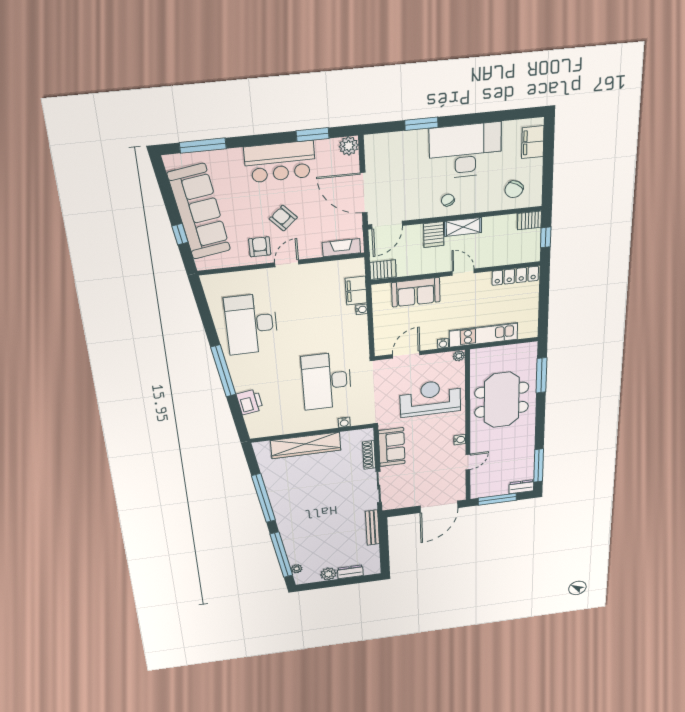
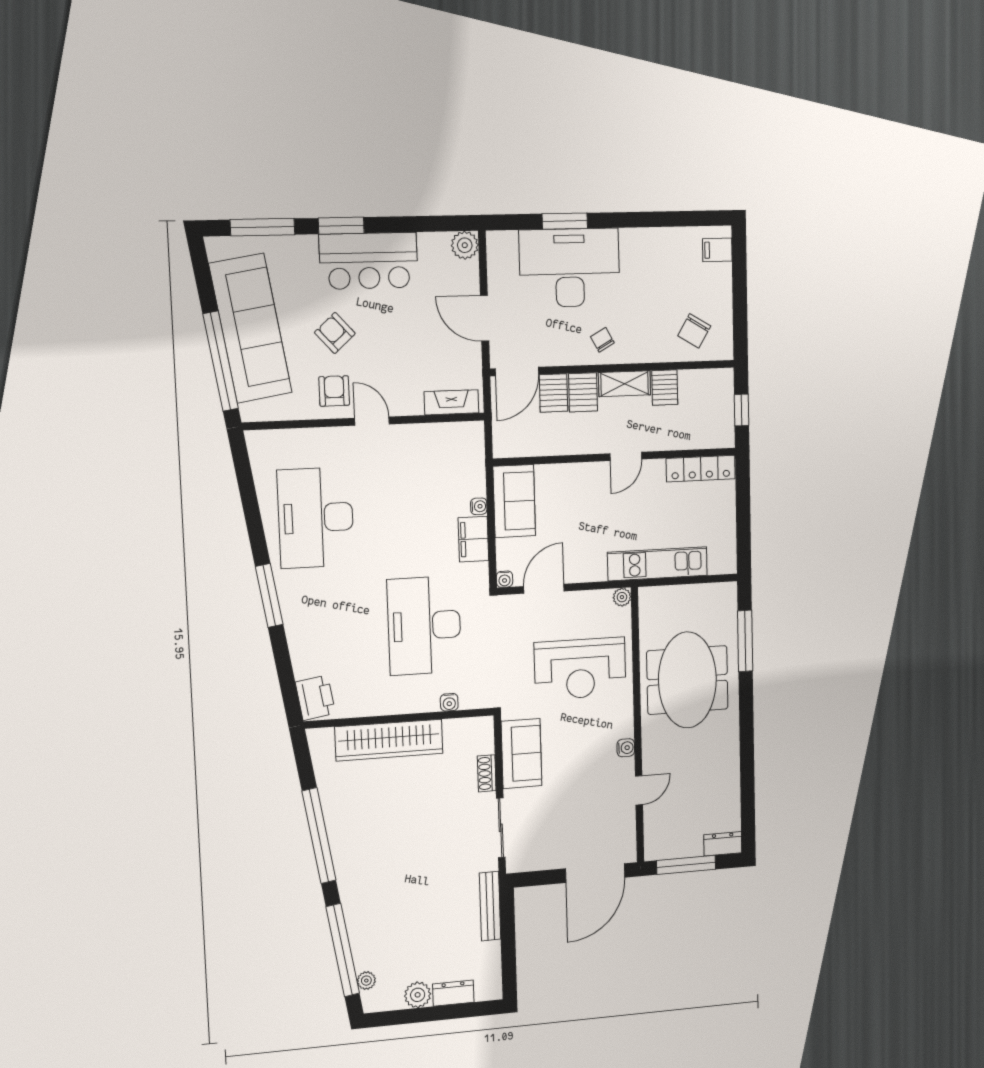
window: (313, 135) -> (341, 226), moved
filing cabinet: (533, 142) -> (717, 250), width x0.50
desk: (465, 151) -> (570, 268), moved
door: (364, 193) -> (485, 318), width x0.73
armchair: (283, 218) -> (335, 333), moved
server rack: (529, 220) -> (665, 388), moved, turned -90
window: (180, 234) -> (221, 361), width x3.17
door: (287, 263) -> (372, 421), hinge flipped
server rack: (383, 270) -> (554, 393), moved, turned 90
door: (463, 272) -> (626, 456), swing flipped
filing cabinet: (356, 291) -> (473, 539), moved
sofa: (416, 292) -> (514, 501), moved, turned -90
water cooler: (443, 343) -> (505, 579), moved
window: (223, 371) -> (269, 595), width x0.68
reception desk: (430, 398) -> (580, 669), turned 180
printer: (250, 402) -> (315, 698), moved
shoe rack: (369, 455) -> (487, 773), width x0.70
window: (539, 466) -> (748, 805), removed

